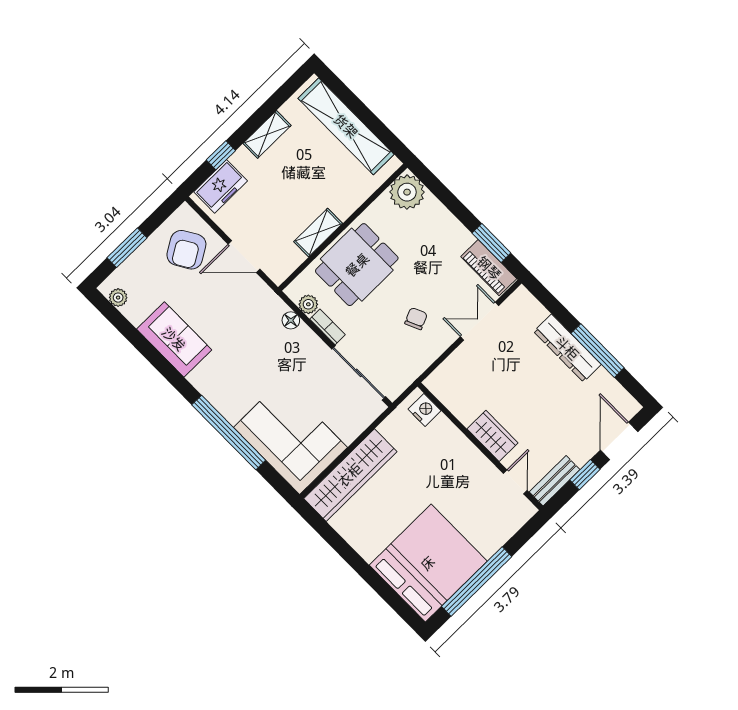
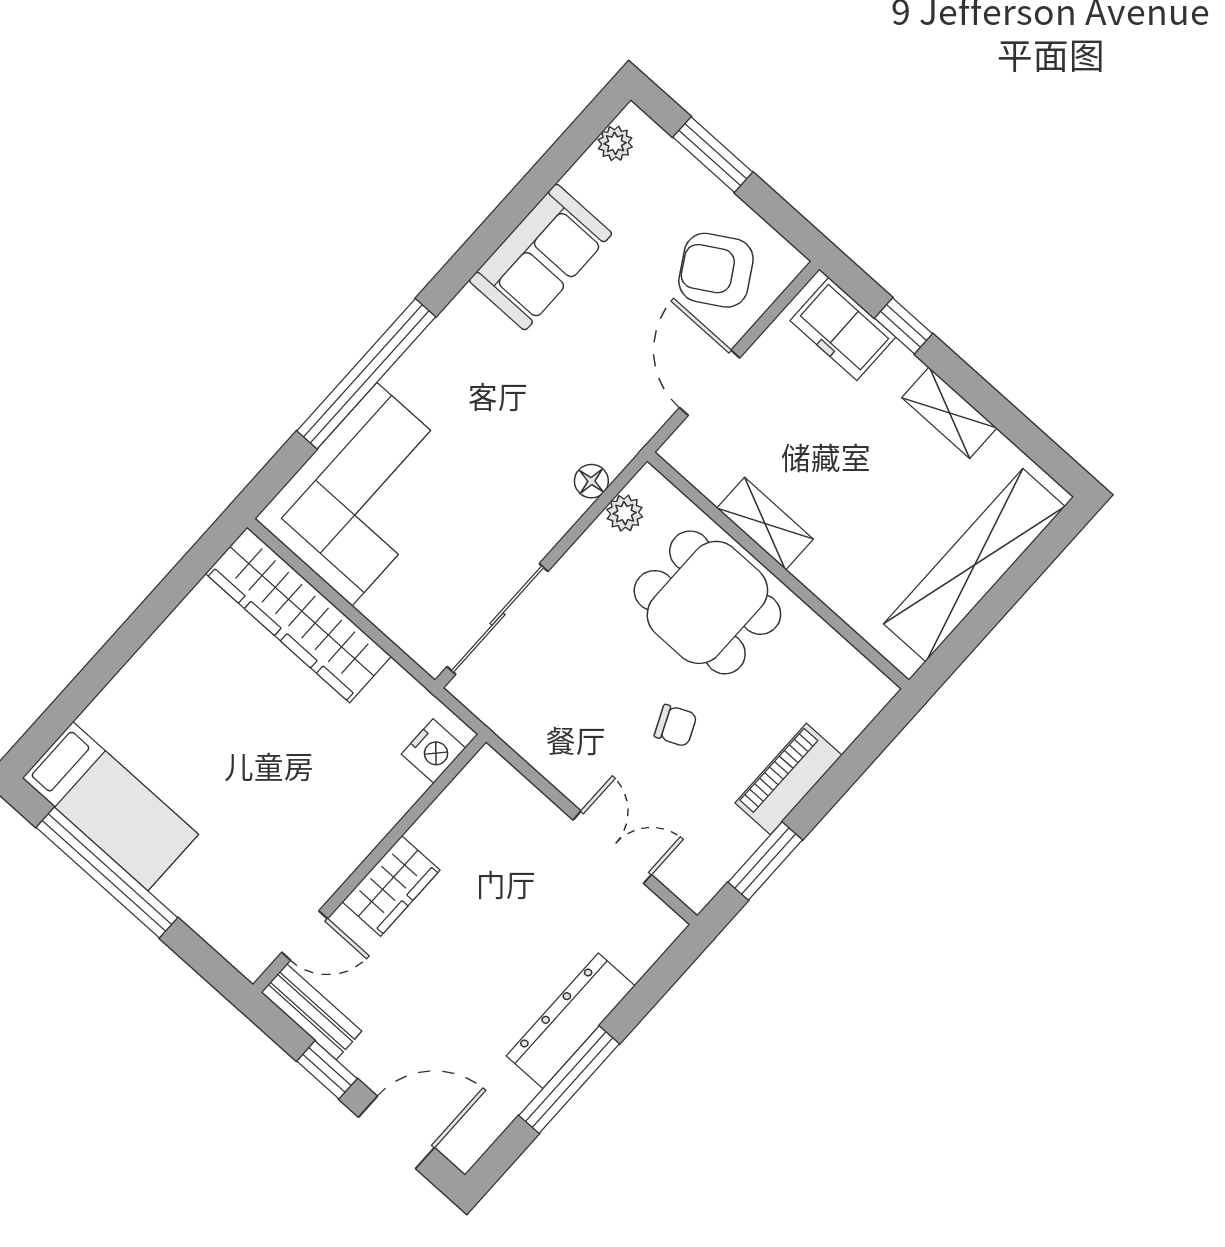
plant: (407, 192) -> (854, 691), removed
piano: (489, 268) -> (788, 779), moved
chair: (416, 319) -> (676, 726), moved
bookcase: (327, 327) -> (583, 553), removed
bed: (428, 563) -> (110, 806), width x0.49

